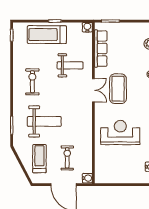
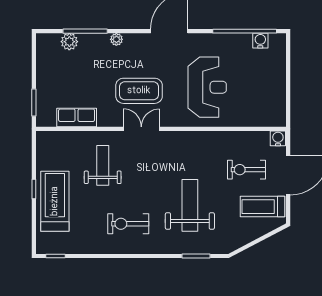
water cooler: (87, 27) -> (43, 138), removed
treadmill: (47, 35) -> (55, 201), turned 180
row of seats: (101, 49) -> (77, 117), width x0.68
reception desk: (120, 133) -> (207, 87), turned 180
treadmill: (39, 159) -> (263, 207), moved

